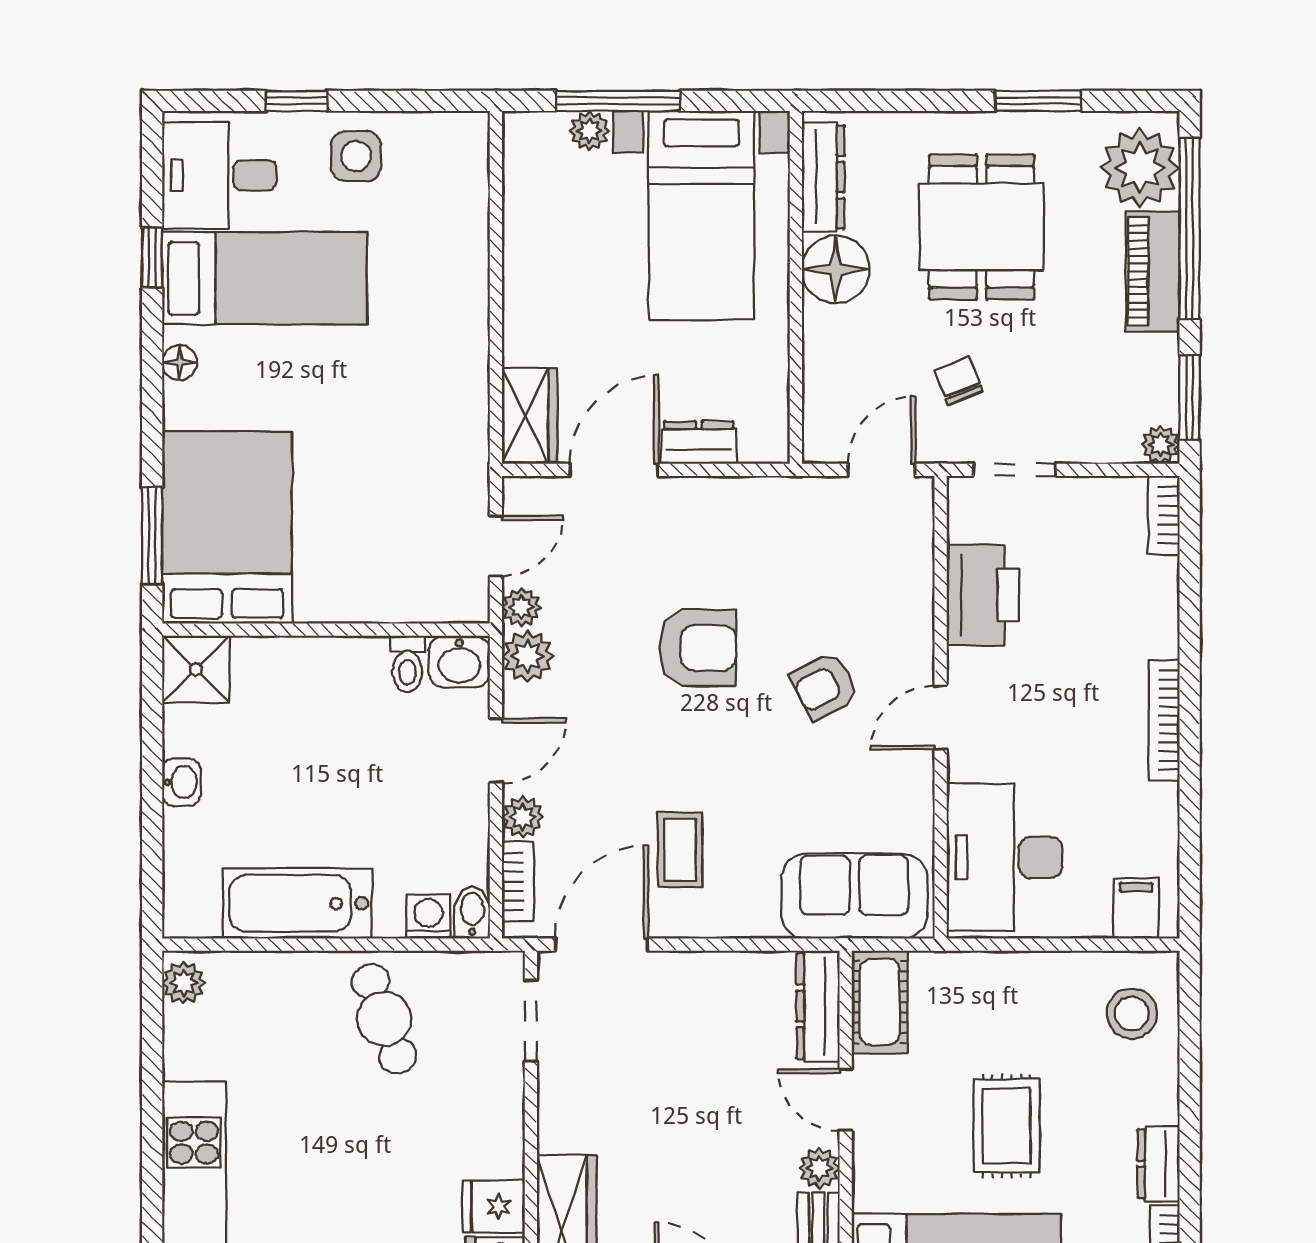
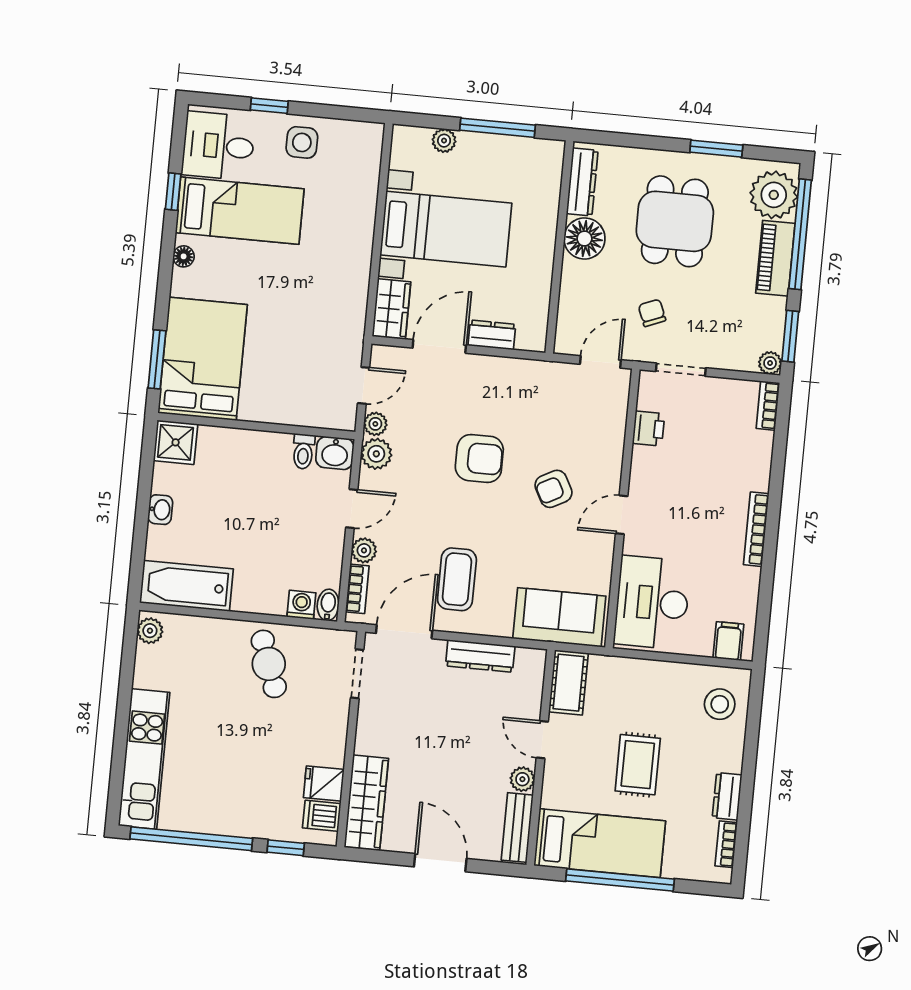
window: (618, 101) -> (498, 128), moved
bed with nightstands: (701, 215) -> (446, 229), moved, turned -90
printer: (983, 595) -> (649, 428), width x0.53, depth x0.68
coffee table: (680, 850) -> (457, 579), width x1.36, depth x1.30
bathtub: (298, 903) -> (187, 586), moved
dresser: (818, 1006) -> (480, 656), moved, turned -90

